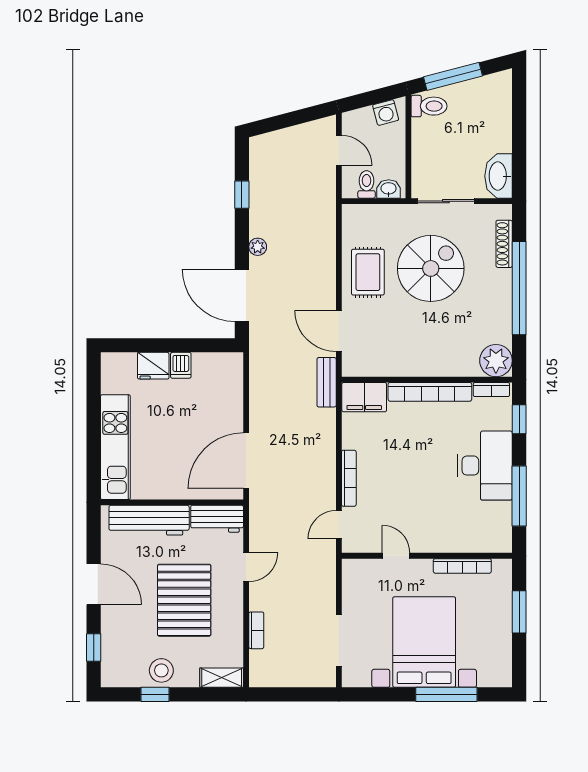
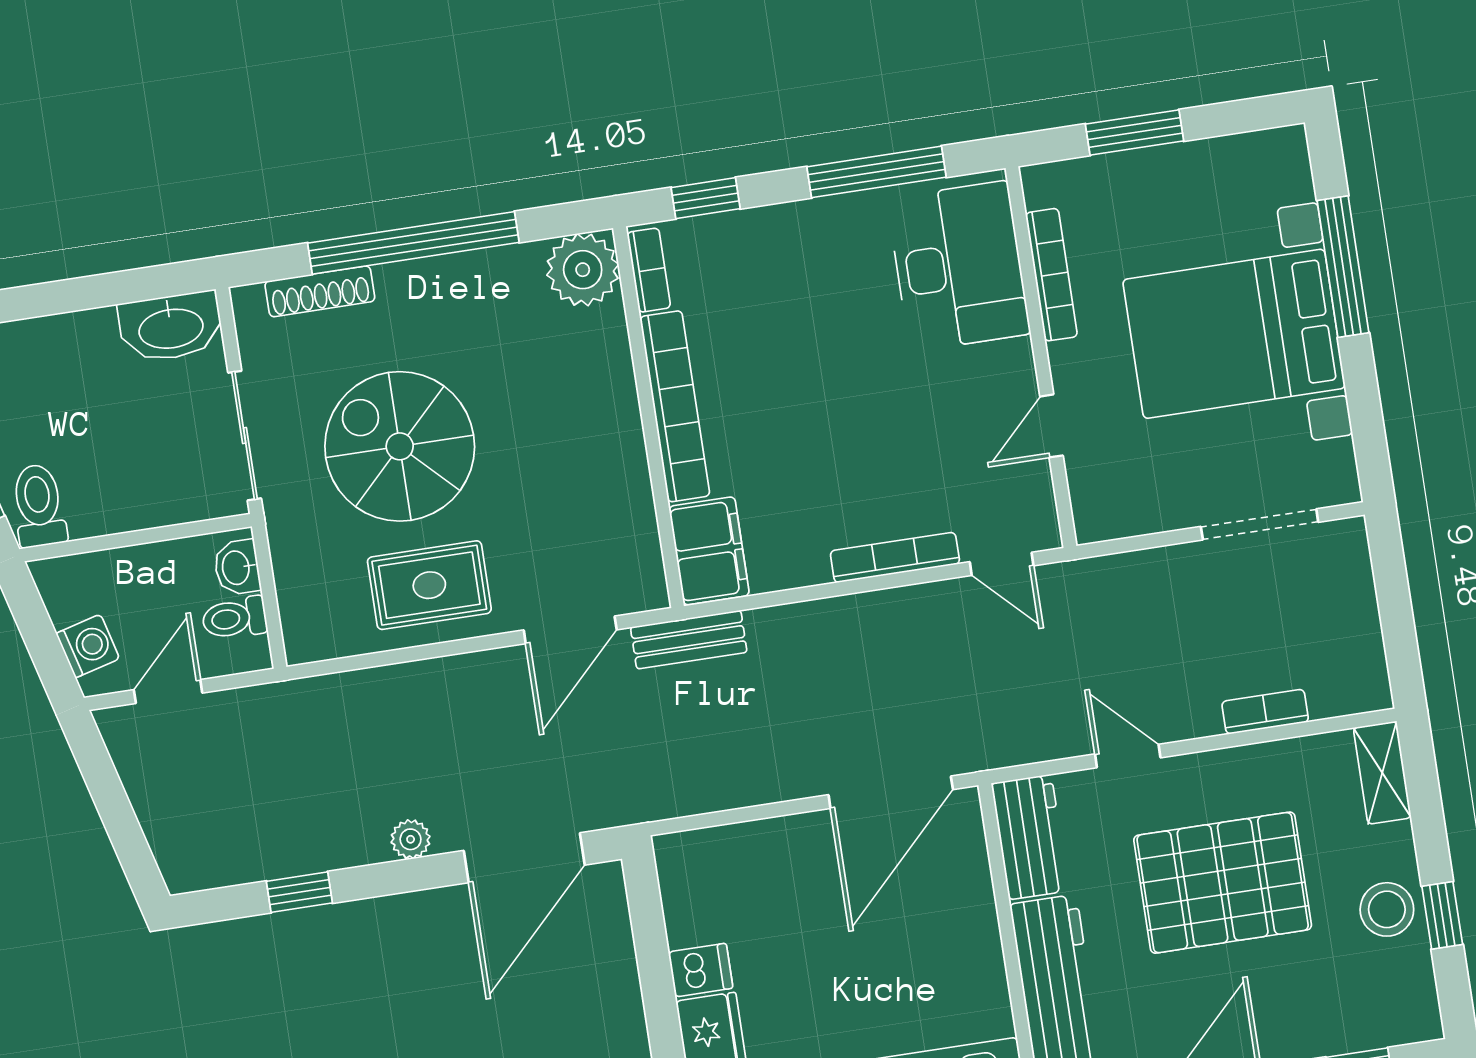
washing machine: (386, 113) -> (88, 646), moved
door: (246, 461) -> (891, 792), hinge flipped
desk: (485, 466) -> (959, 266), moved, turned 90

